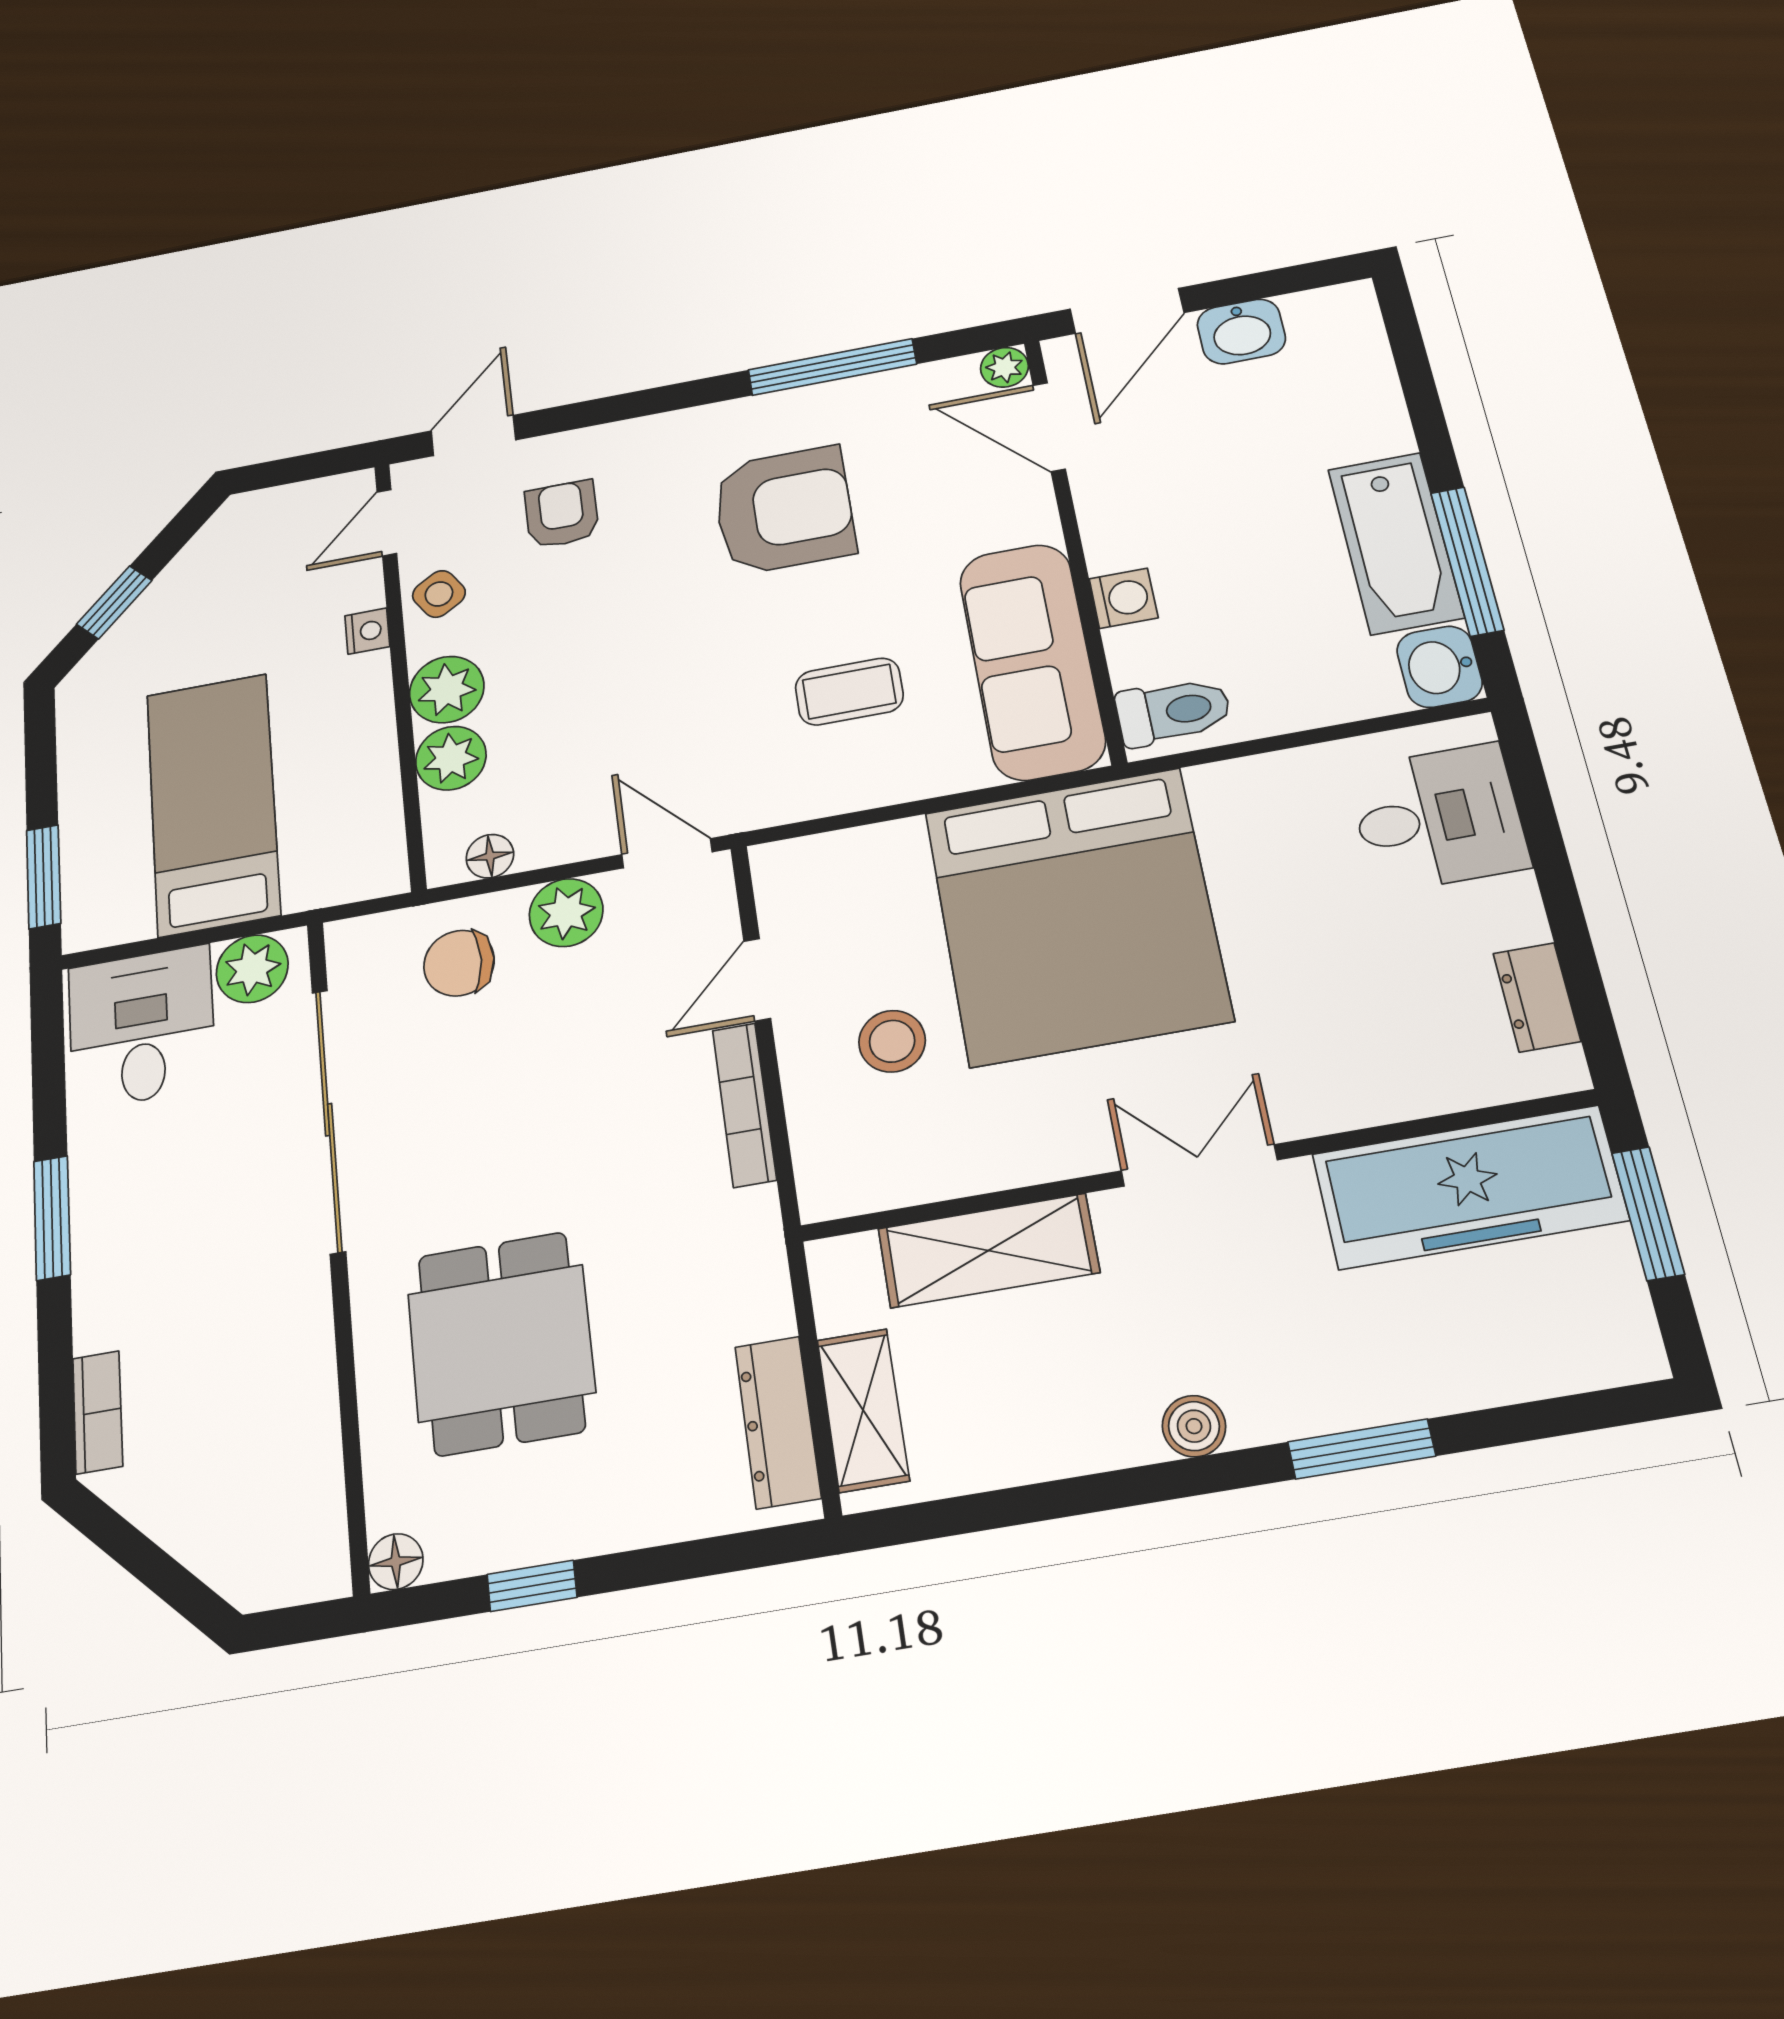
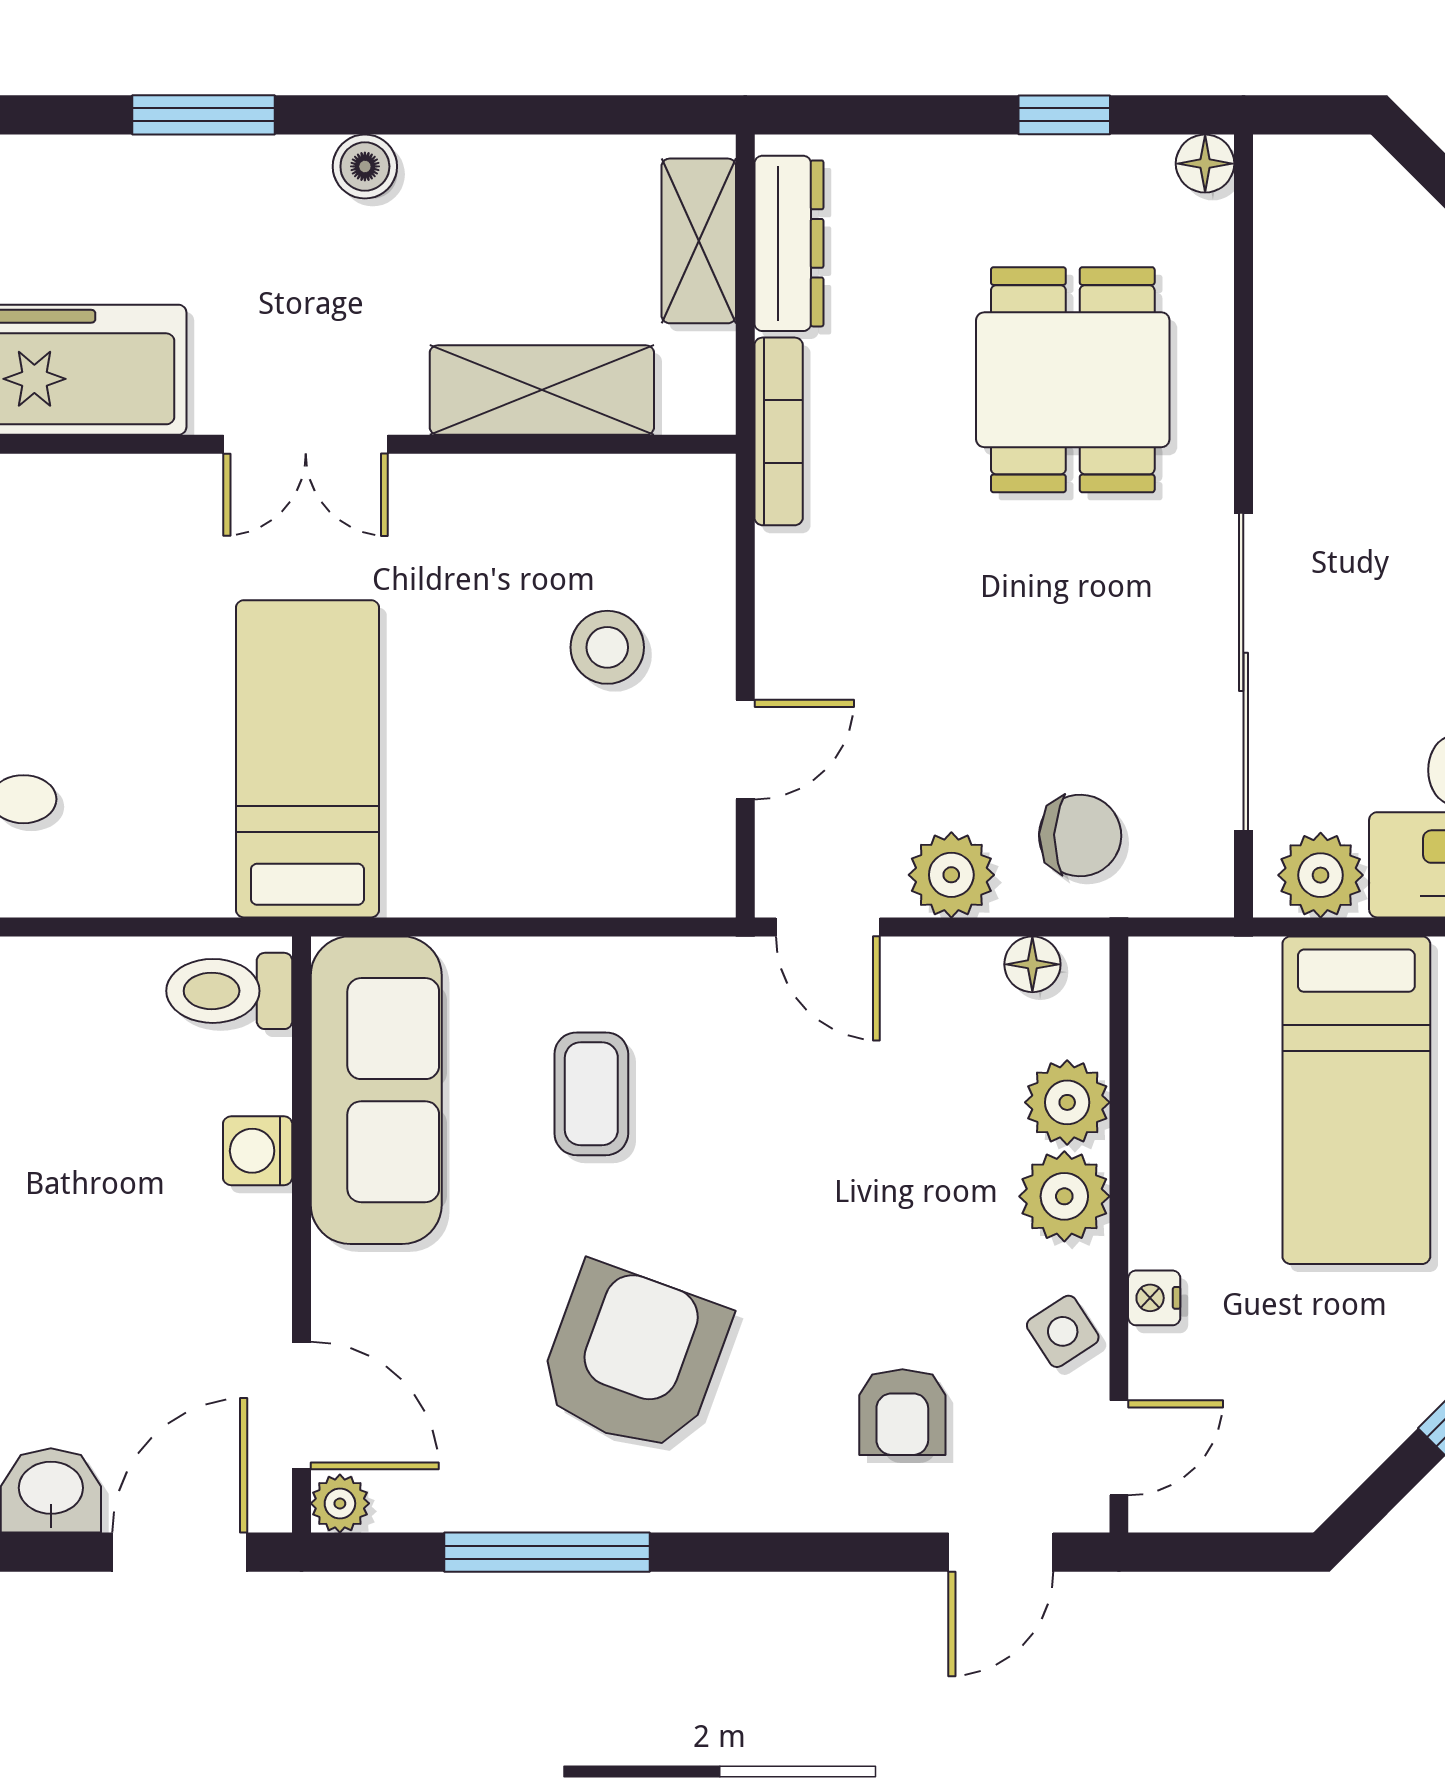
armchair: (784, 510) -> (634, 1358), turned 110
coffee table: (849, 692) -> (591, 1094), turned 90
bed: (1077, 915) -> (307, 759), width x0.49
bookcase: (744, 1105) -> (779, 431), moved

